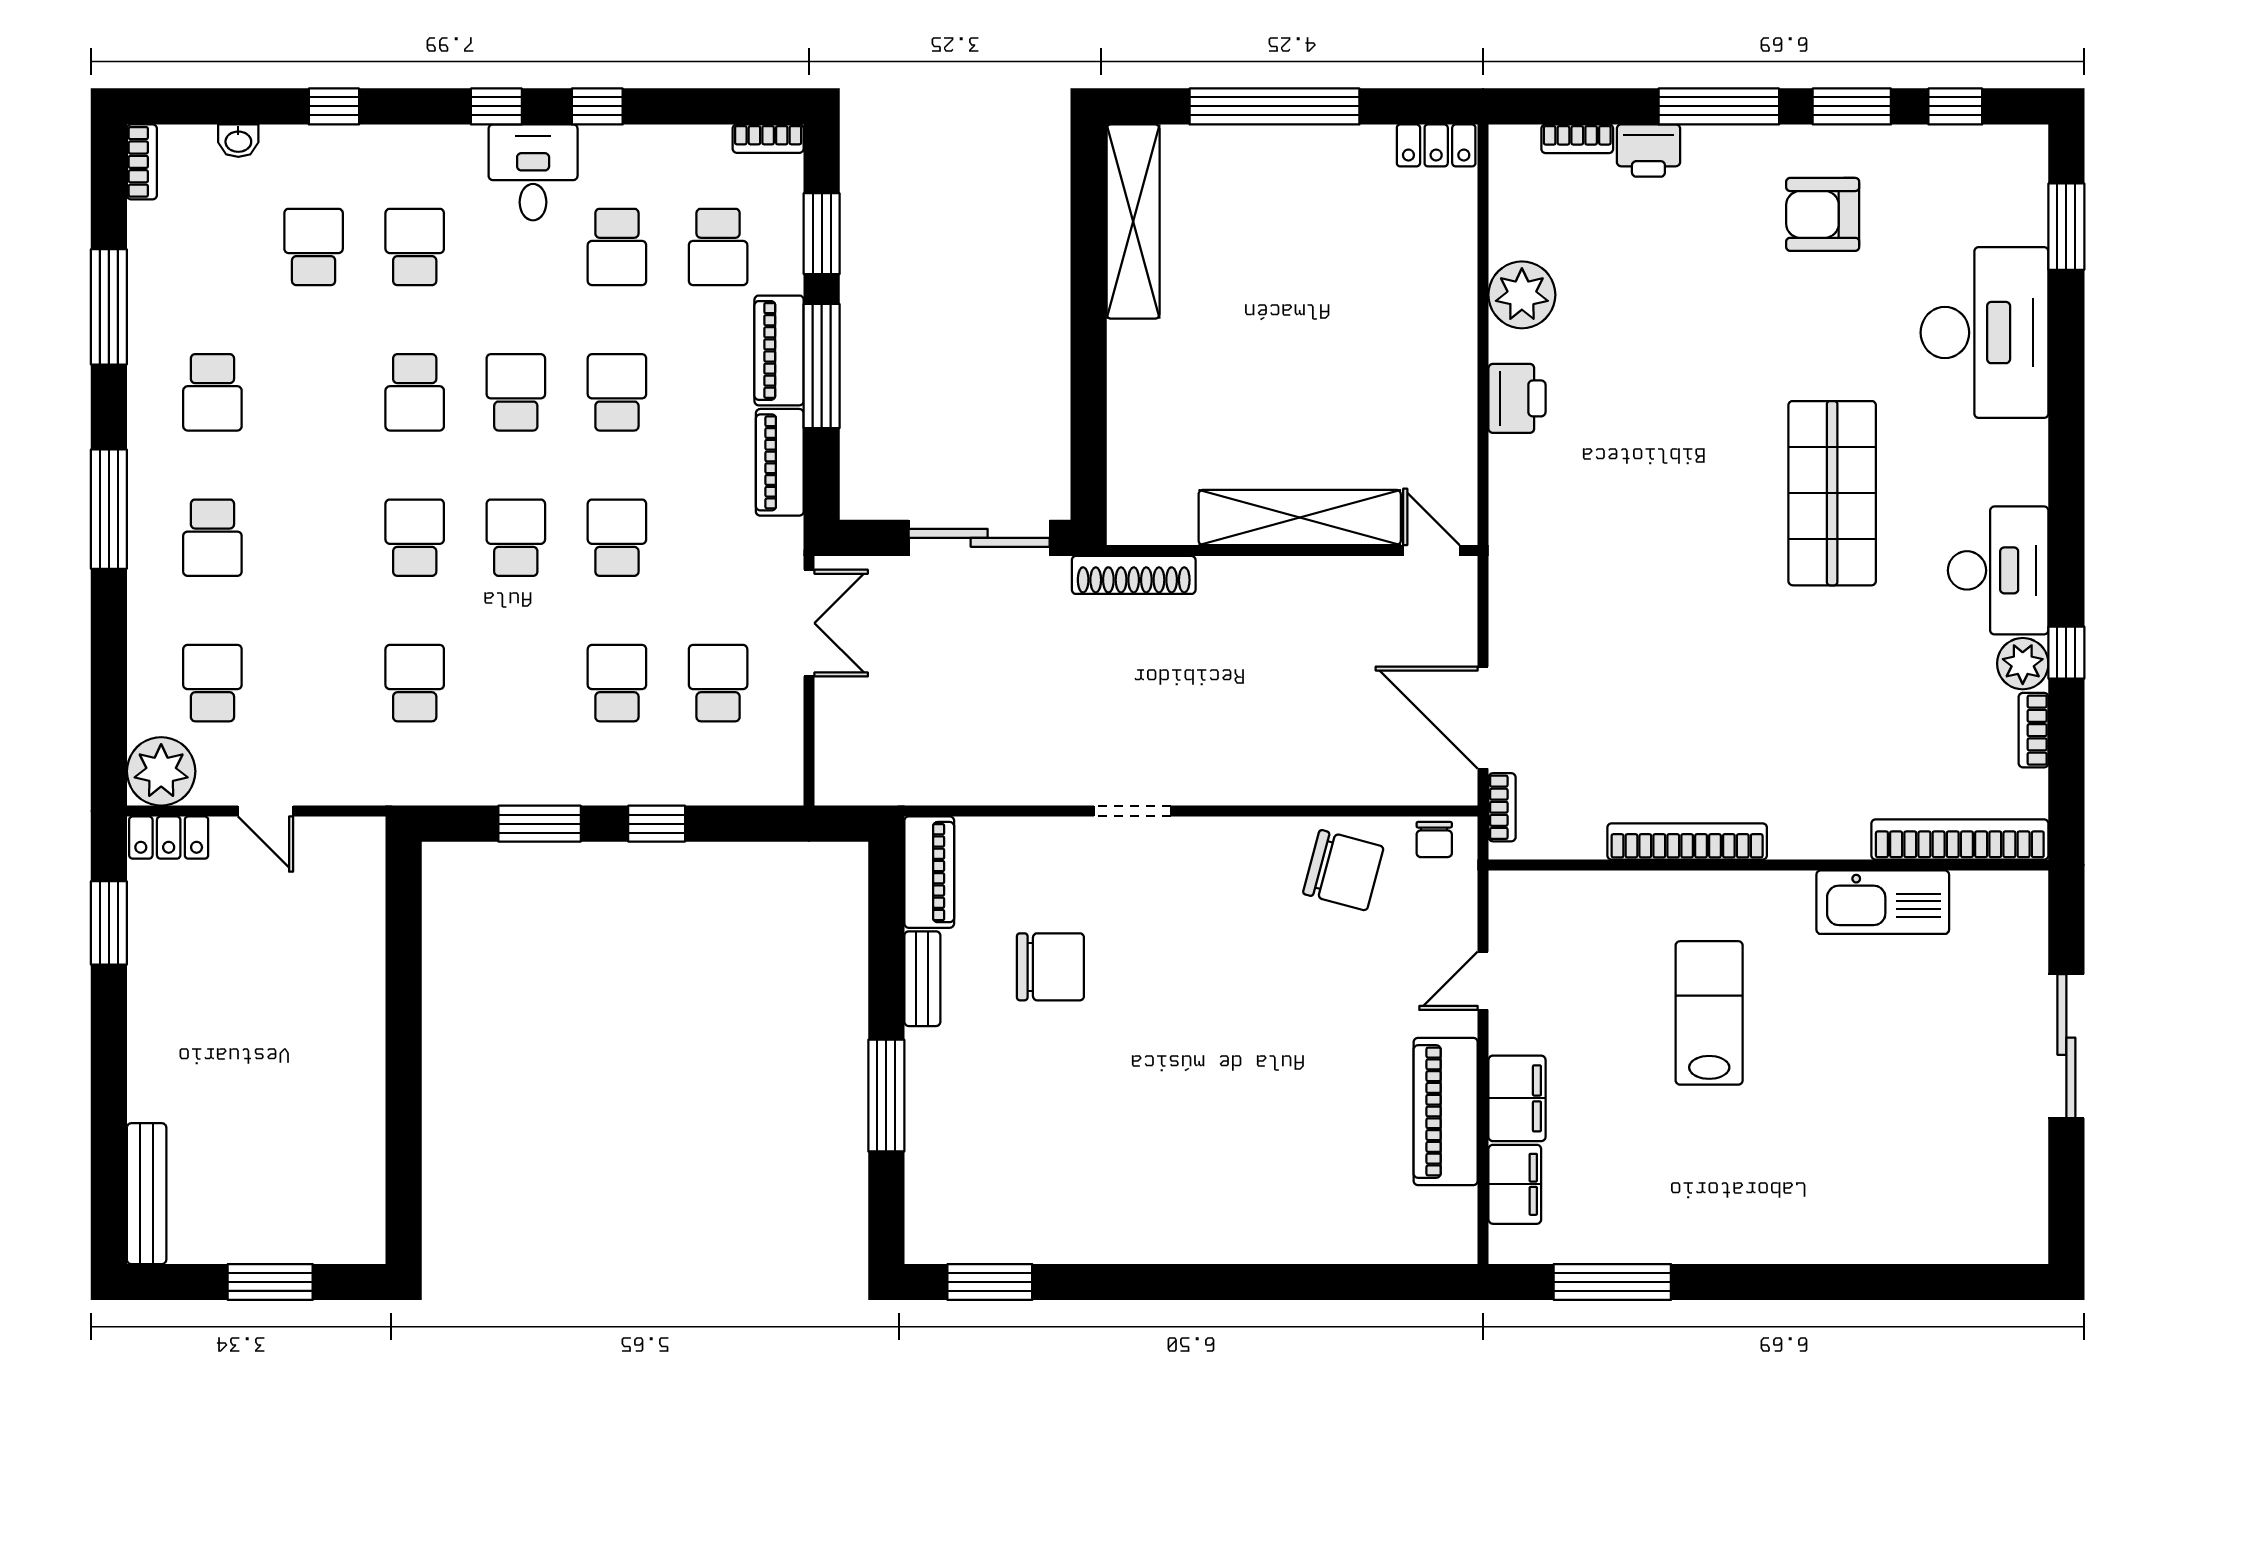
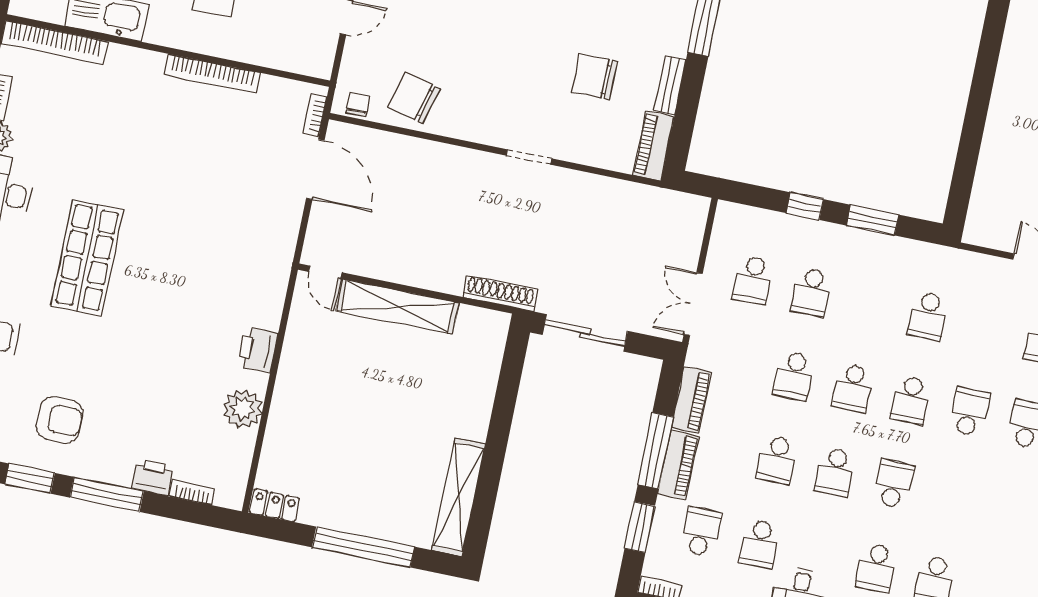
school desk: (617, 247) -> (760, 544), turned 180
school desk: (212, 392) -> (969, 412), moved

